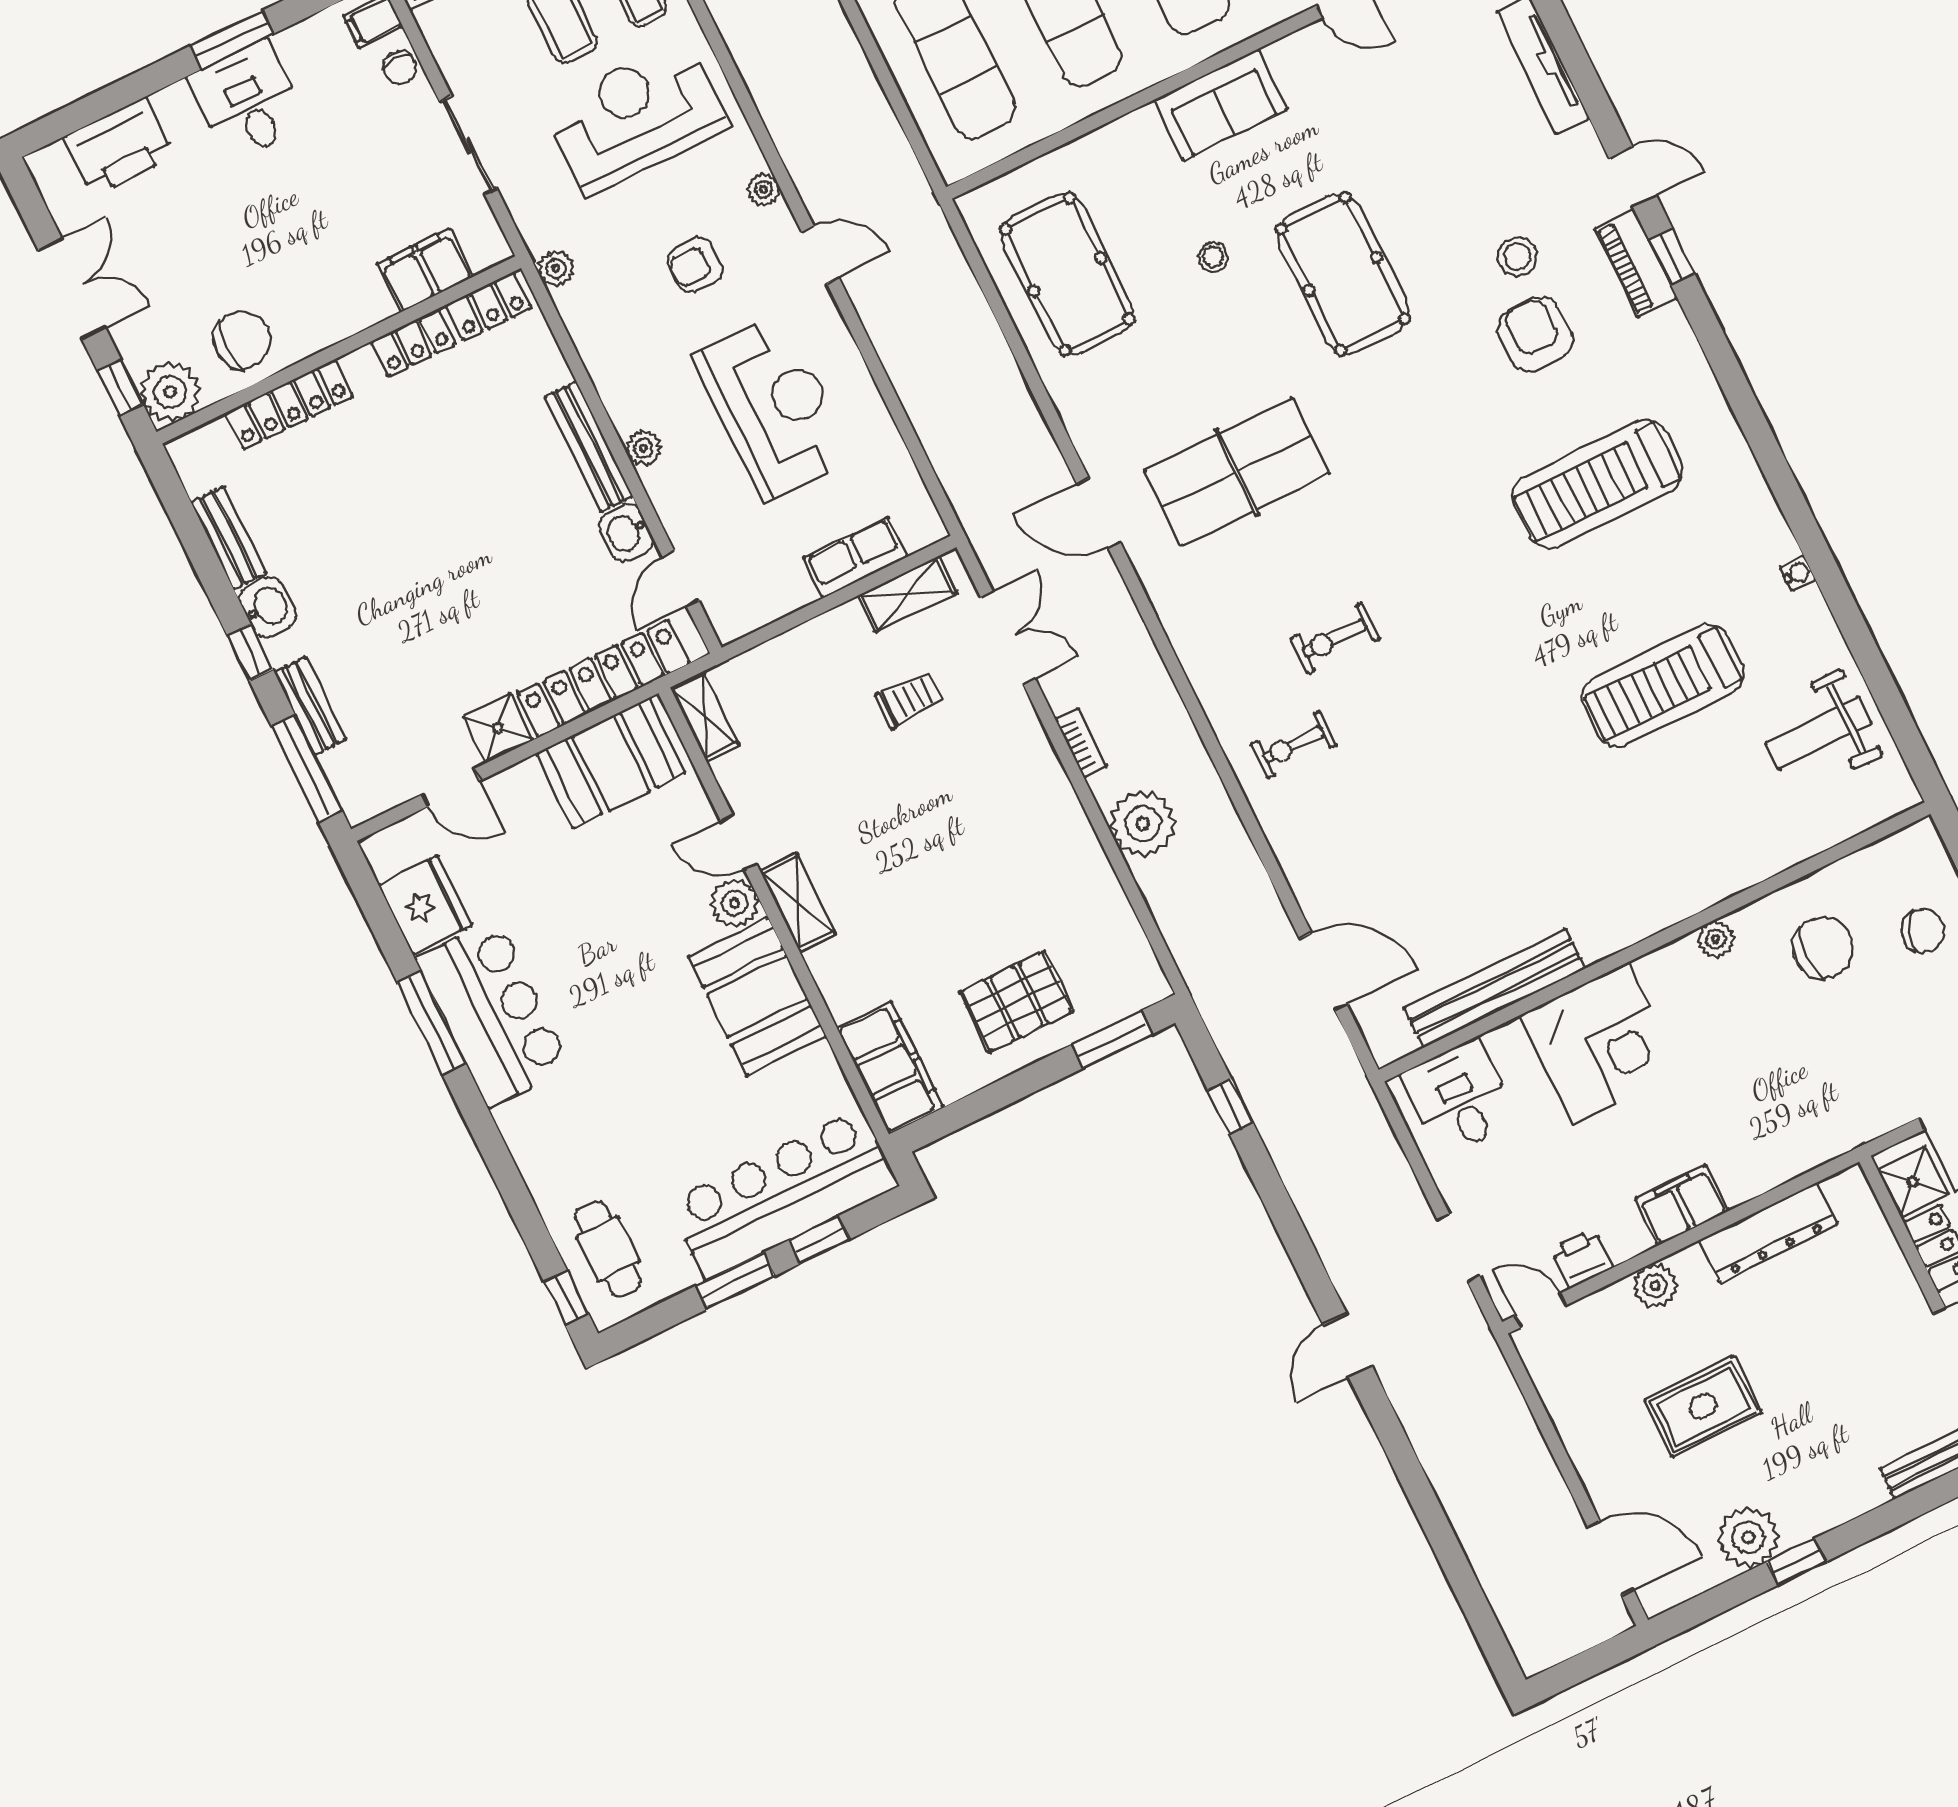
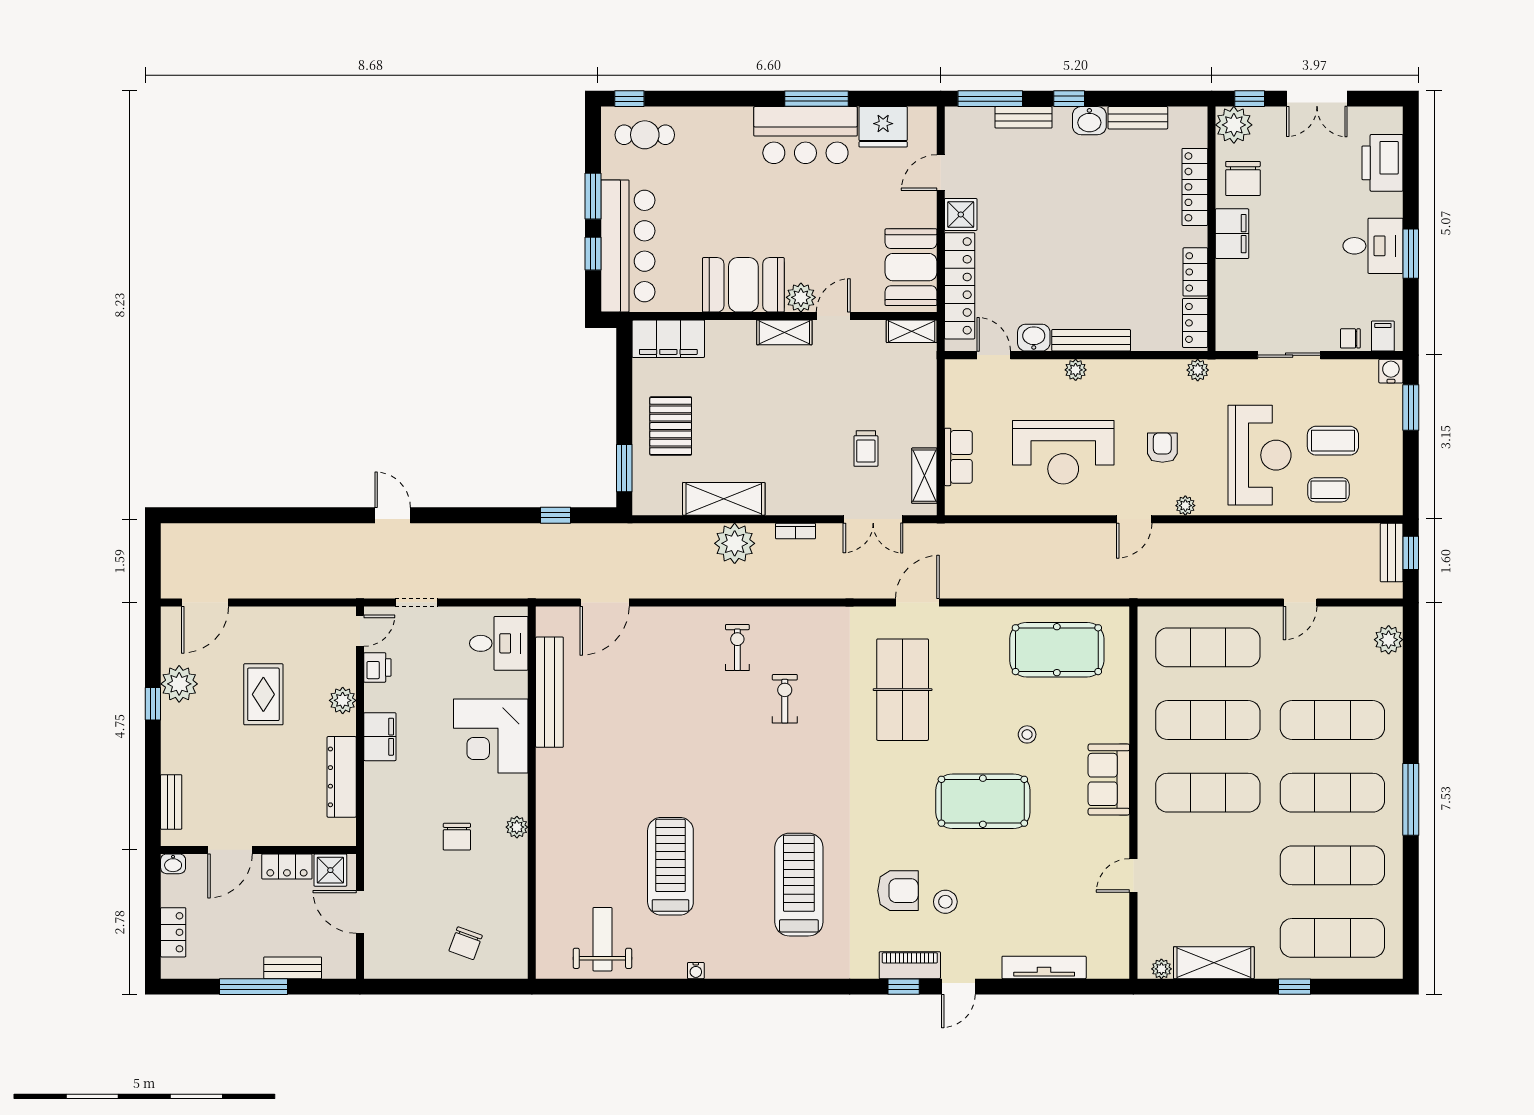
filing cabinet: (425, 270) -> (1232, 234), moved
shelving: (1085, 871) -> (724, 499), added
chair: (1823, 948) -> (457, 837), moved, width x0.73, depth x0.73

